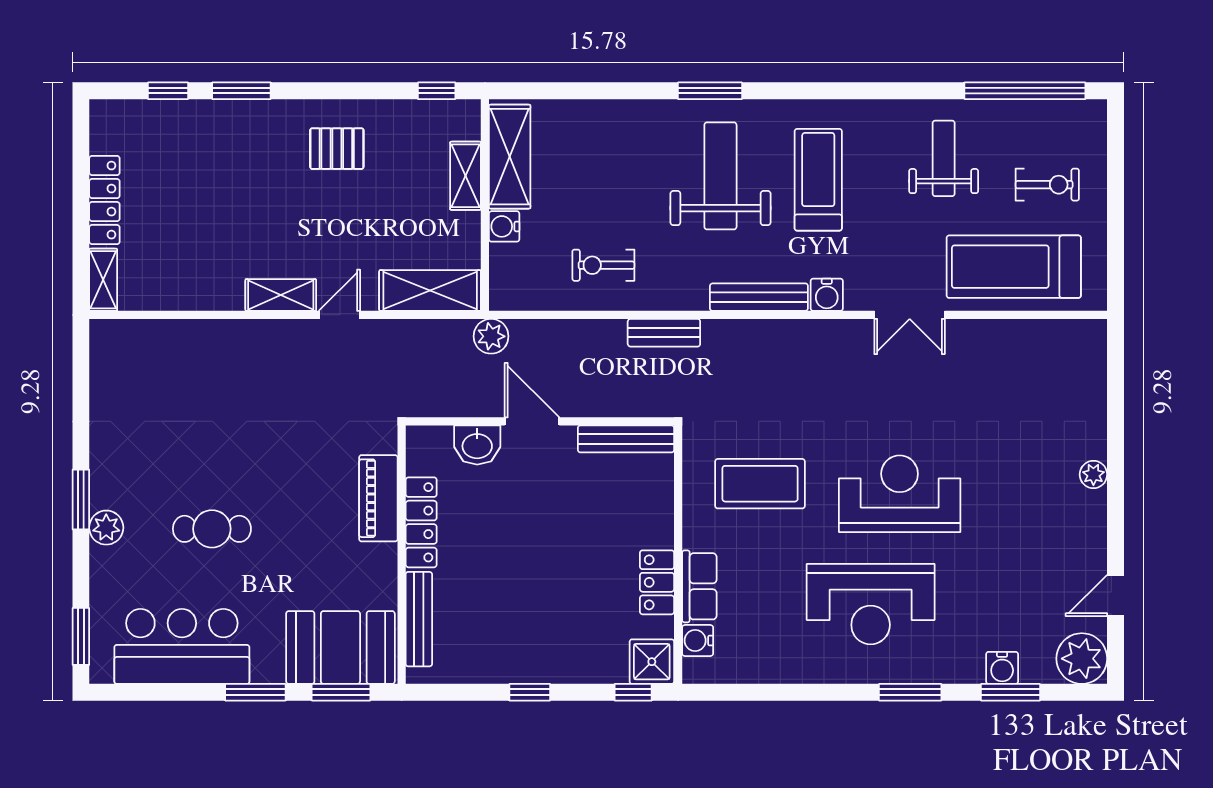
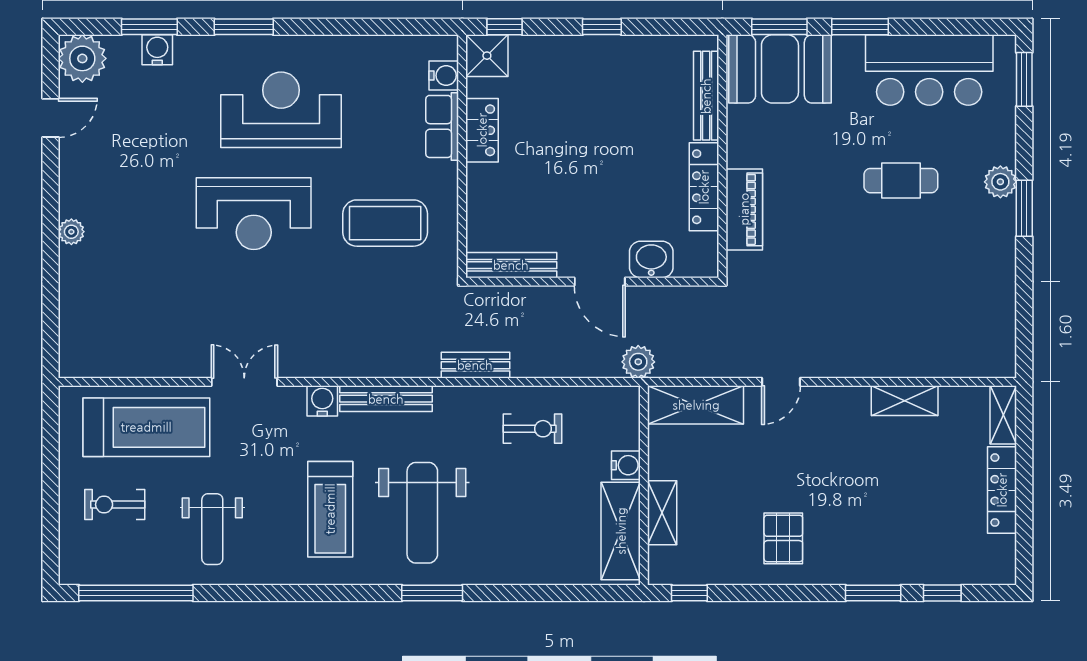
pallet: (337, 149) -> (783, 538), turned 90
shelving: (281, 295) -> (905, 401), moved

